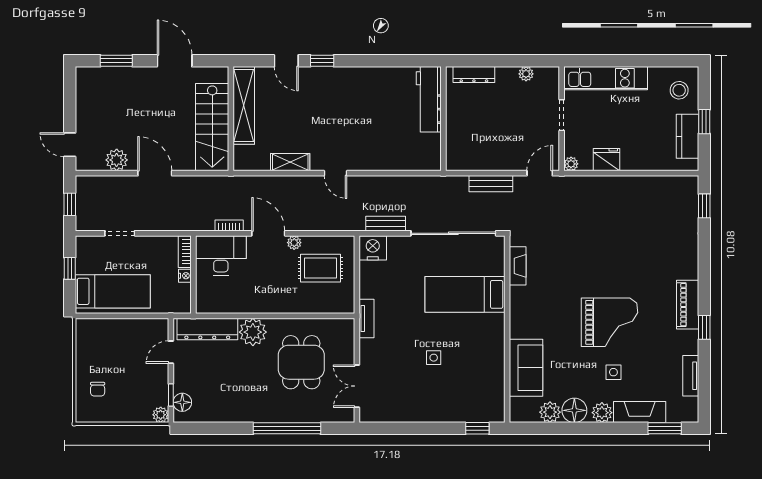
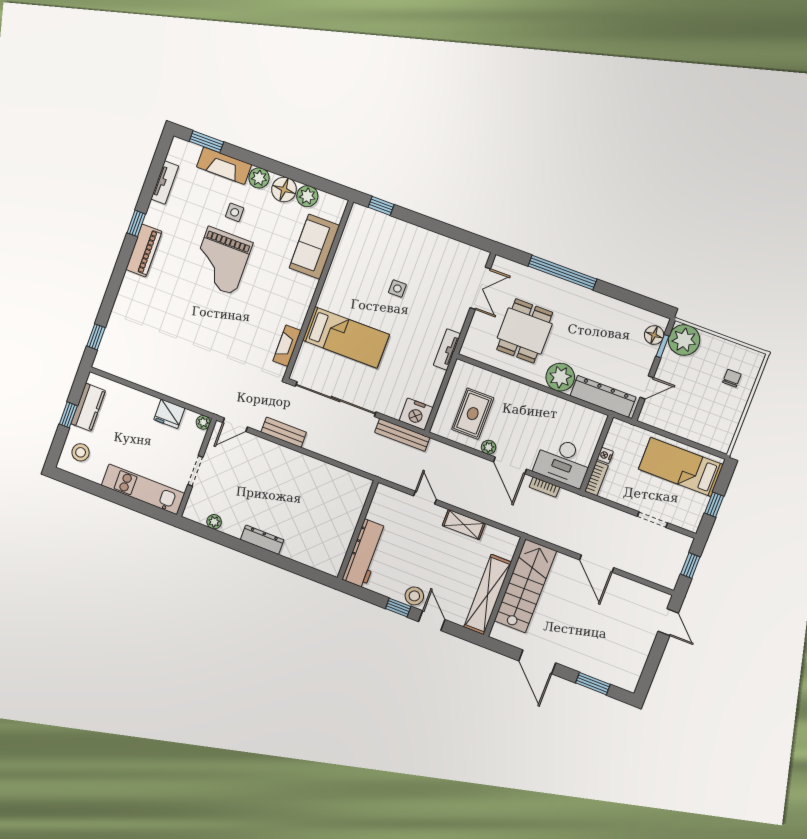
stool: (311, 78) -> (414, 596), added
workbench: (429, 99) -> (365, 553), moved
wall: (443, 119) -> (358, 530), moved
plant: (117, 160) -> (629, 590), removed
bench: (386, 224) -> (402, 435), width x1.36
rug: (321, 268) -> (473, 414), turned 90
grand piano: (610, 322) -> (221, 261), turned -90
plant: (161, 415) -> (684, 340), width x1.88, depth x1.88

